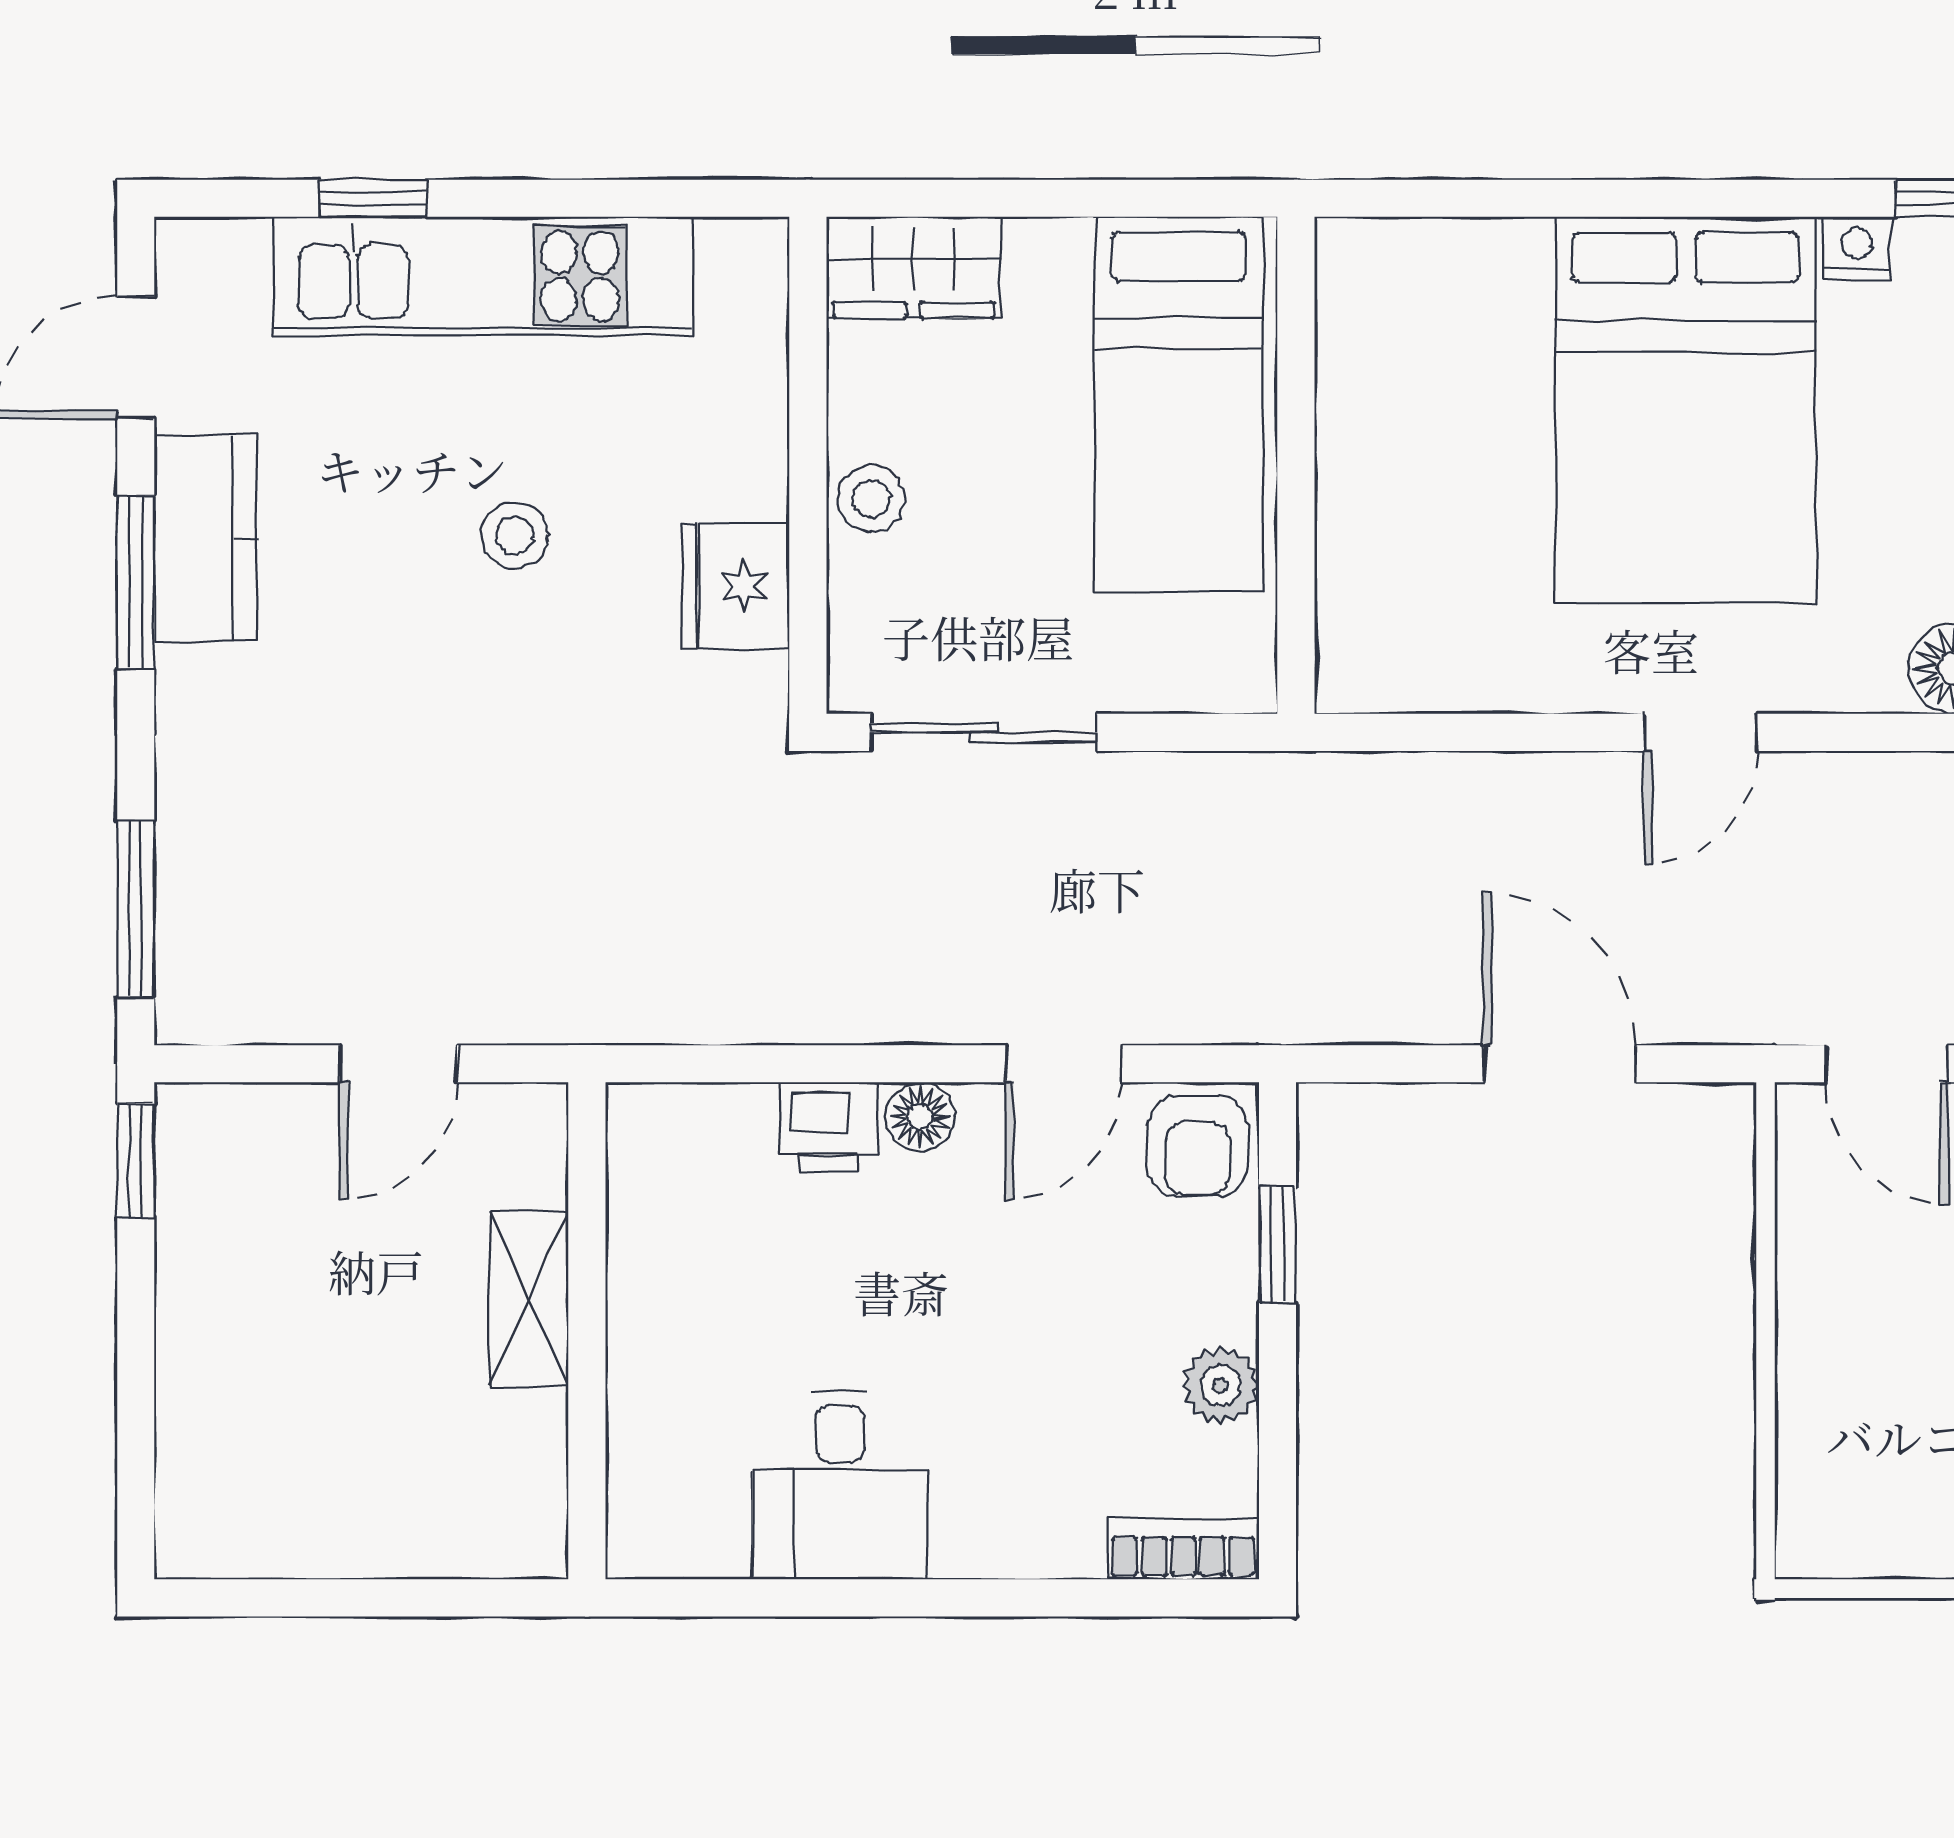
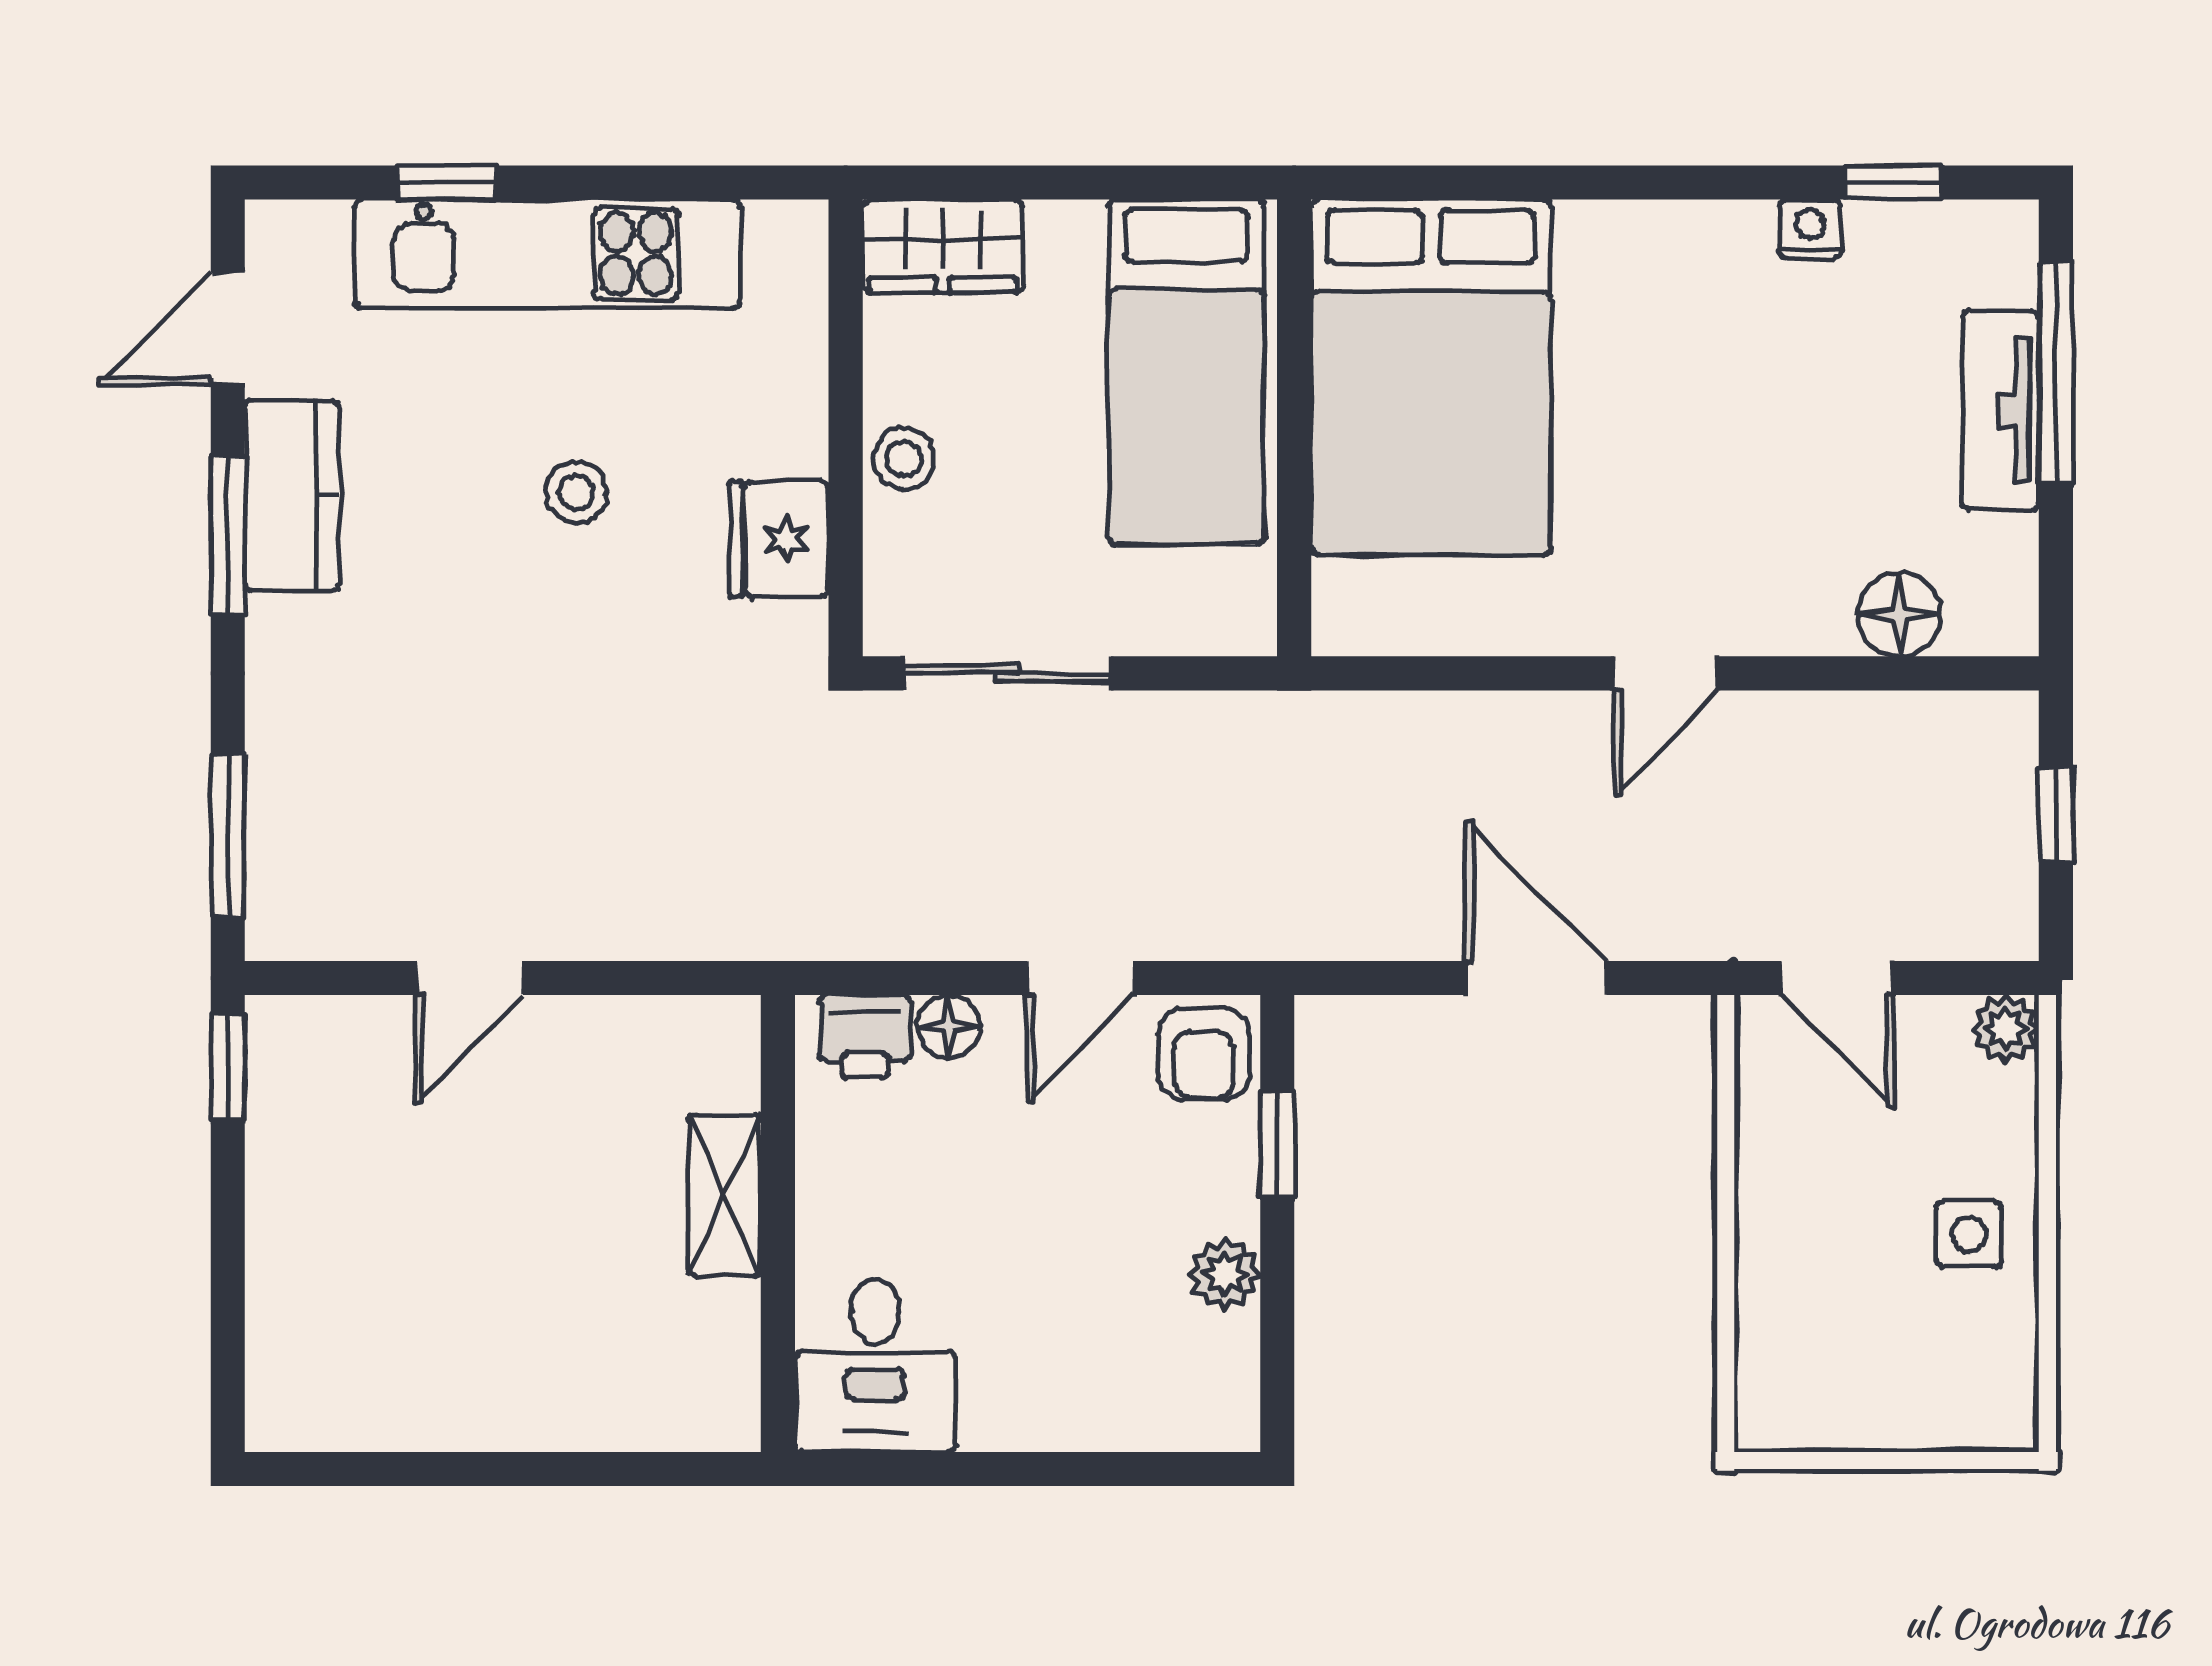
bed: (1686, 410) -> (1431, 377), moved
shelving: (529, 1299) -> (725, 1195), moved
wall: (587, 1331) -> (778, 1224), moved
bookcase: (1183, 1549) -> (1191, 1424), removed

